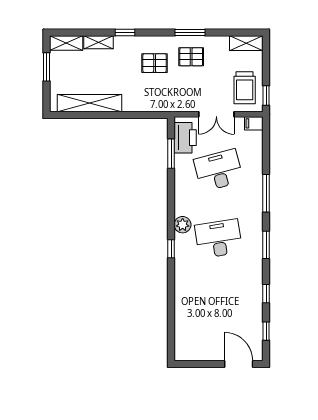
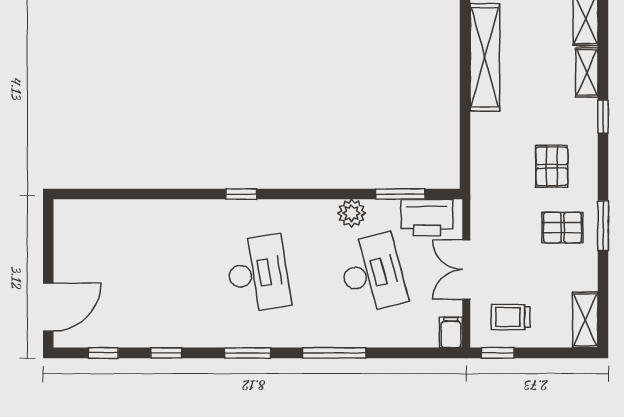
pallet: (191, 57) -> (563, 228), turned 90
trolley: (245, 88) -> (511, 317), width x0.73, depth x0.72
plant: (183, 225) -> (352, 213), moved

